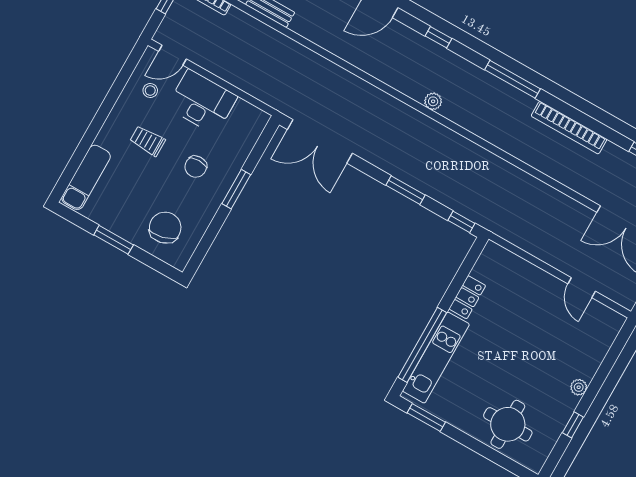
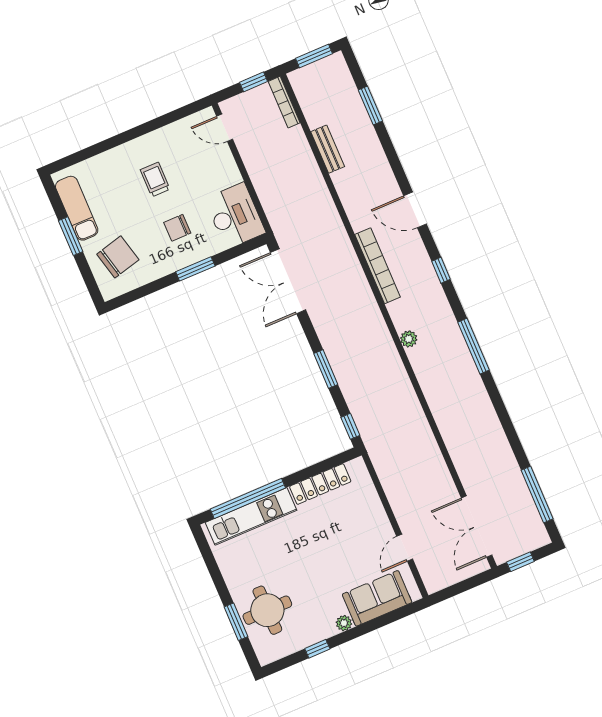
stool: (150, 91) -> (187, 142), removed
plant: (433, 101) -> (409, 339), moved
desk: (202, 102) -> (235, 216), moved
bookcase: (569, 128) -> (378, 266), moved, turned 180
exam couch: (86, 177) -> (77, 208), moved, turned -90
locker: (467, 297) -> (320, 484), width x1.53
sofa: (590, 346) -> (377, 598), added
window: (426, 417) -> (236, 622), moved

